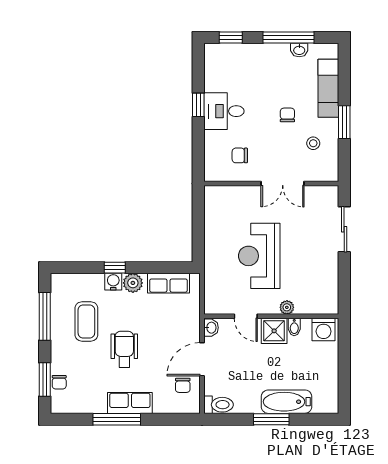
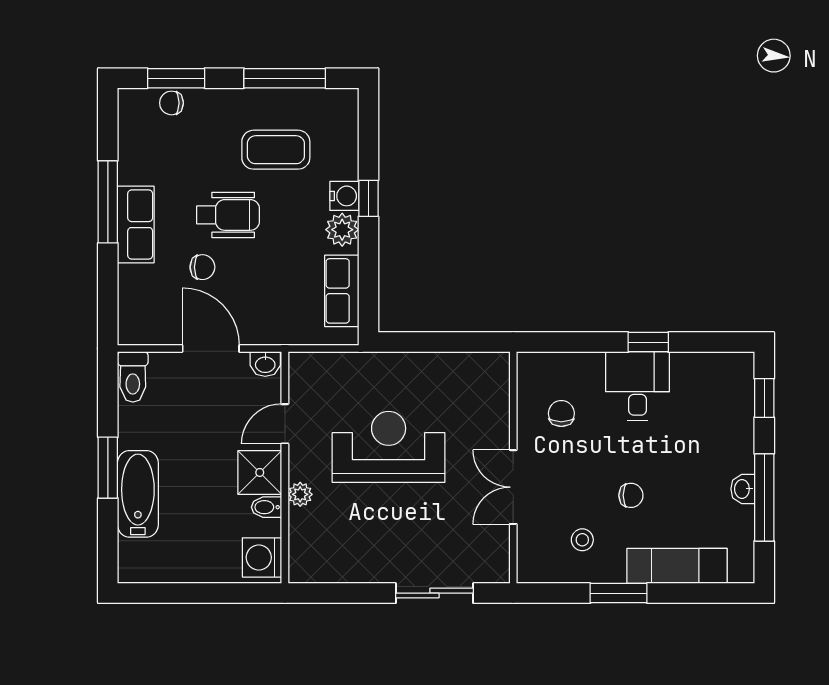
washbasin: (299, 50) -> (743, 489), moved
chair: (183, 385) -> (202, 267), moved, turned 180

